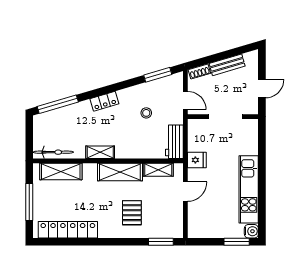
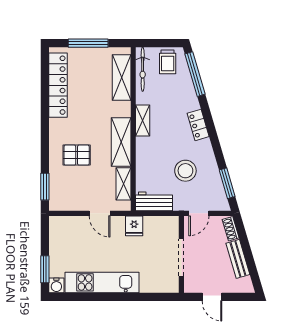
stool: (146, 113) -> (185, 171), width x1.89, depth x1.89
trolley: (46, 129) -> (168, 62), added

